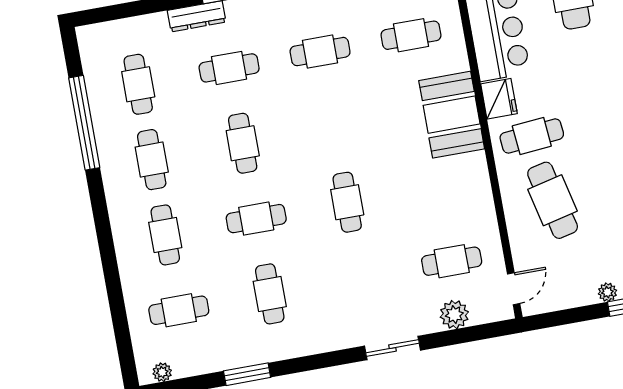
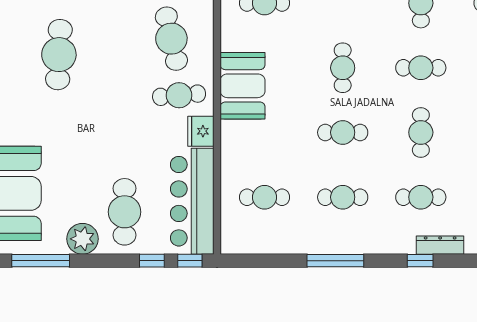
booth: (452, 115) -> (243, 86), moved
cafe table: (334, 127) -> (343, 132), added

